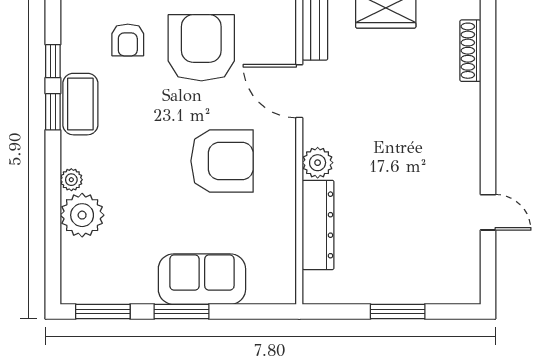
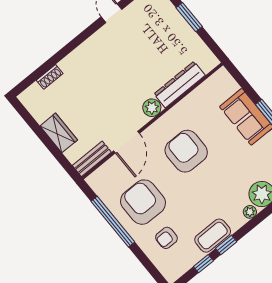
armchair: (128, 40) -> (166, 238), turned 180
armchair: (201, 48) -> (143, 202), turned 90
shoe rack: (470, 51) -> (50, 77), width x0.70

